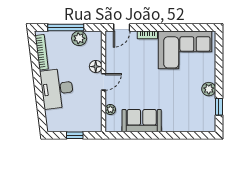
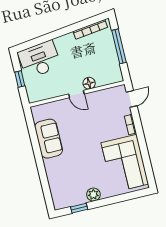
door: (122, 28) -> (132, 99), swing flipped
plant: (79, 38) -> (112, 61), removed
desk: (57, 89) -> (39, 59), moved
plant: (110, 109) -> (52, 107), removed

